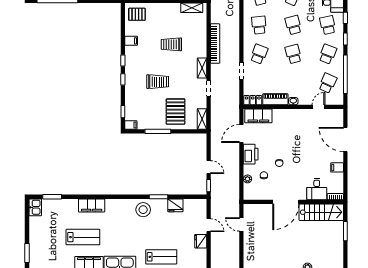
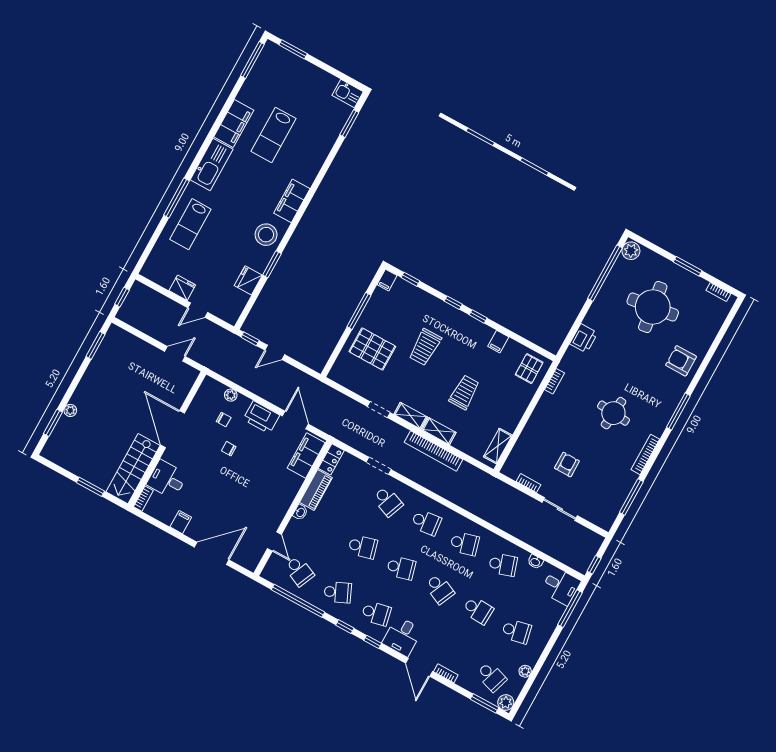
school desk: (328, 54) -> (338, 592), turned -45
shelving: (202, 119) -> (439, 431), moved
filing cabinet: (92, 205) -> (292, 201), moved

